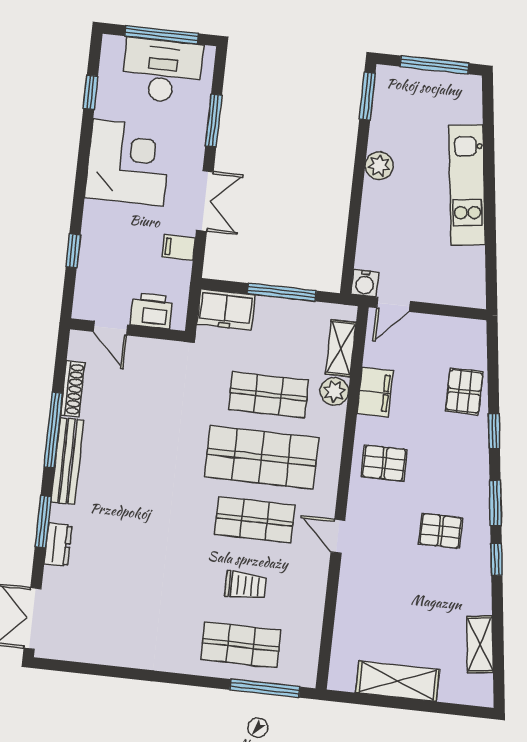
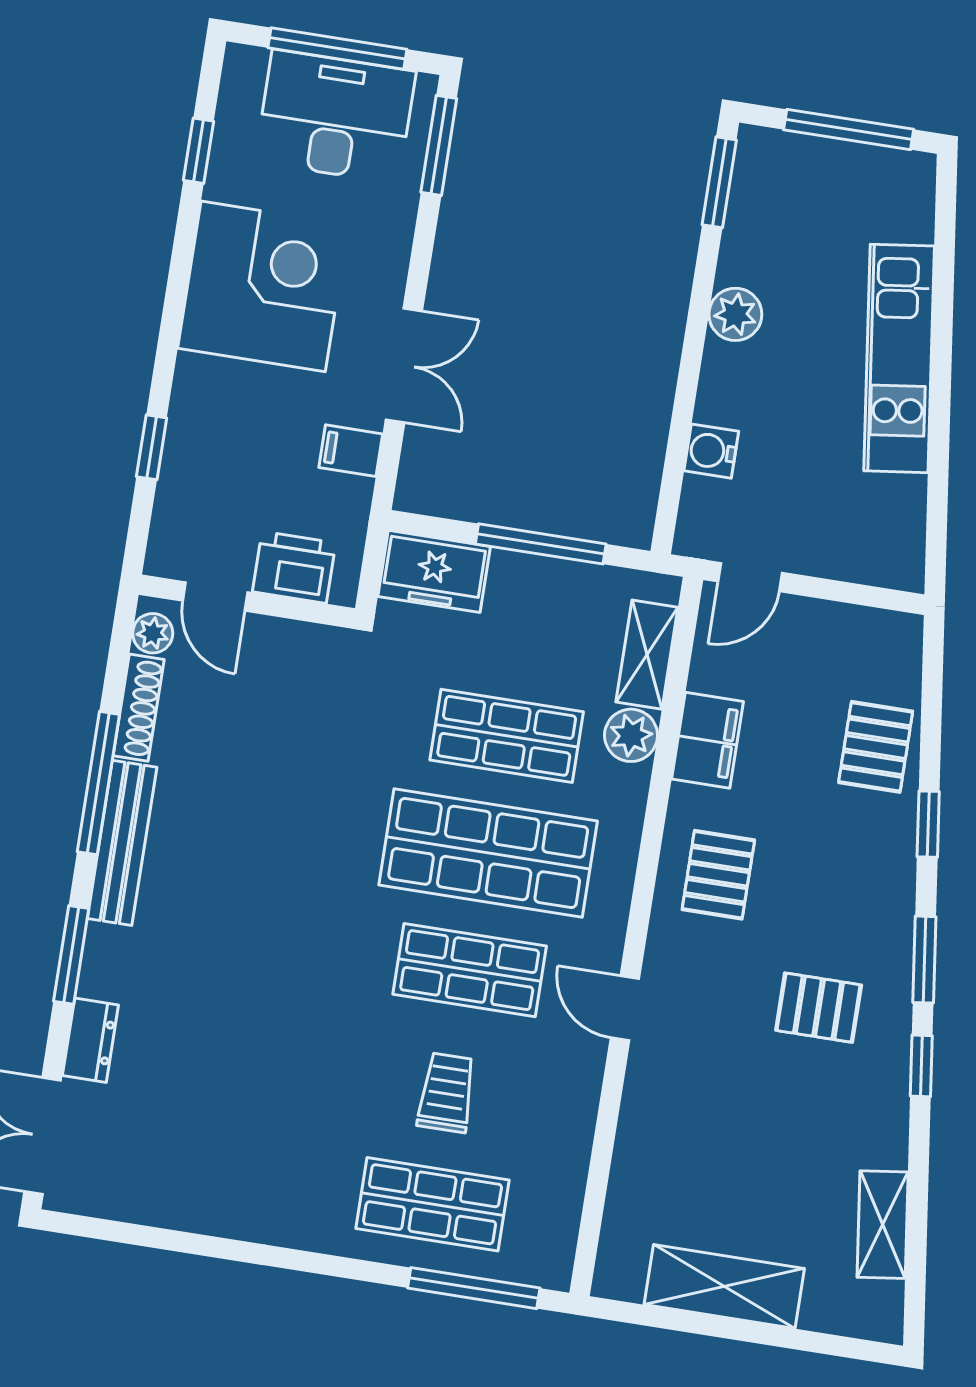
window: (214, 121) -> (439, 145), moved
water cooler: (365, 283) -> (711, 451), moved, turned 90
plant: (78, 349) -> (153, 633), added
pallet: (384, 463) -> (718, 875), turned 90
dresser: (58, 545) -> (90, 1040), moved
trolley: (246, 585) -> (447, 1093), turned -90

